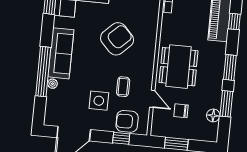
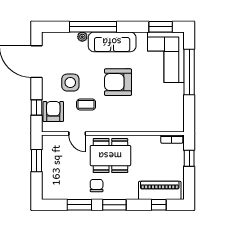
armchair: (117, 39) -> (118, 82), moved, turned 134
door: (152, 99) -> (77, 133), hinge flipped
chair: (181, 111) -> (97, 186), moved
floor lamp: (213, 115) -> (67, 193), removed

